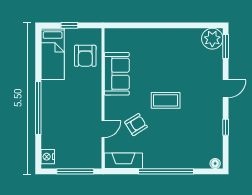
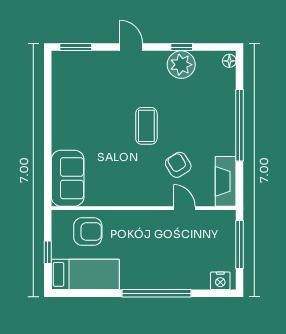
plant: (212, 39) -> (181, 65), moved
sofa: (117, 74) -> (68, 178), moved, turned 90

